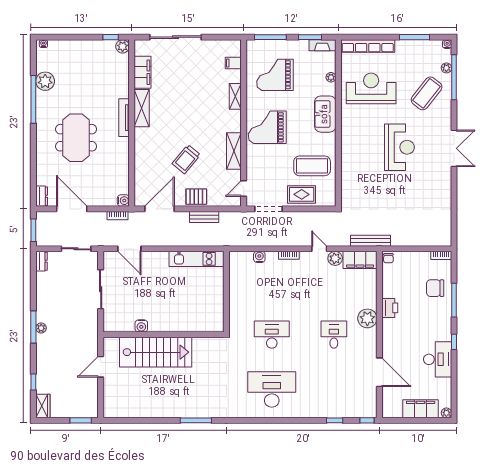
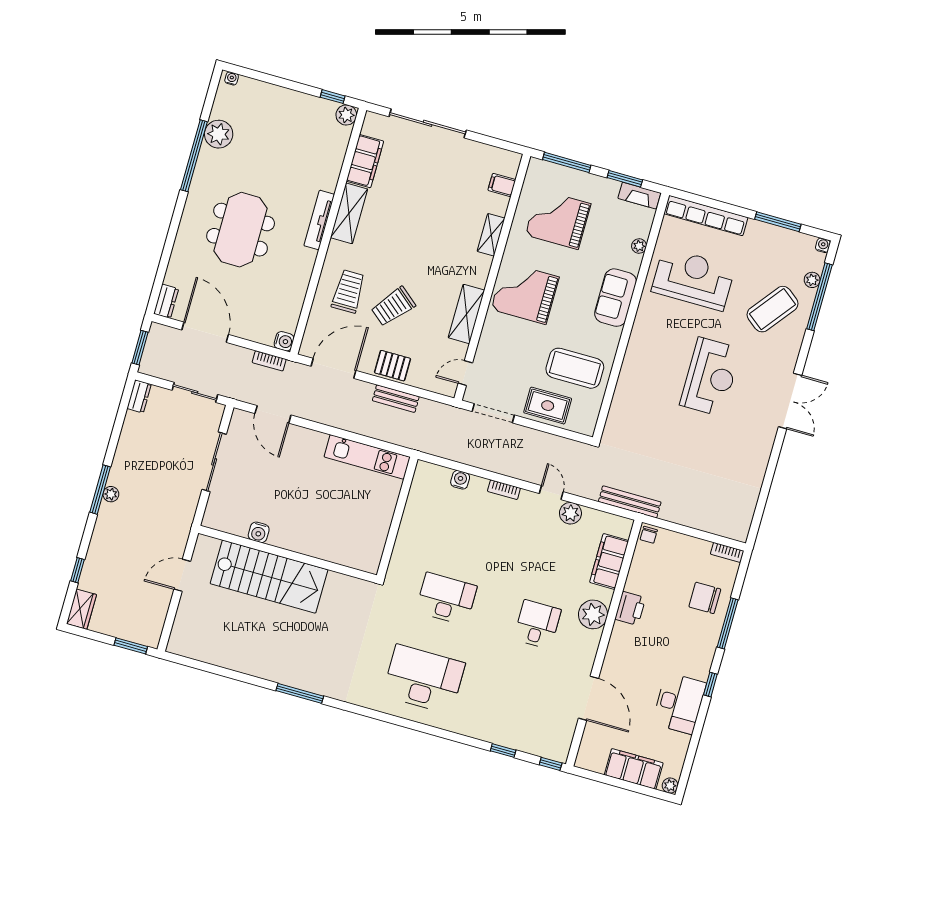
trolley: (155, 158) -> (348, 291), added
filing cabinet: (360, 260) -> (609, 561), moved, turned 90

